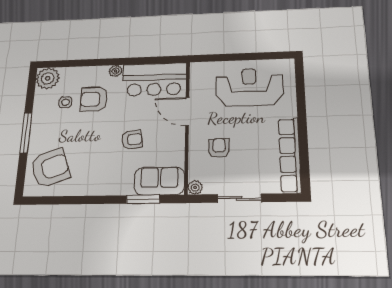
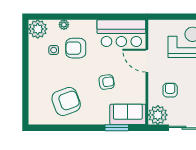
plant: (116, 71) -> (64, 25), moved
window: (26, 133) -> (25, 75), removed
armchair: (50, 168) -> (66, 101), moved
plant: (195, 187) -> (158, 115), width x1.88, depth x1.88

